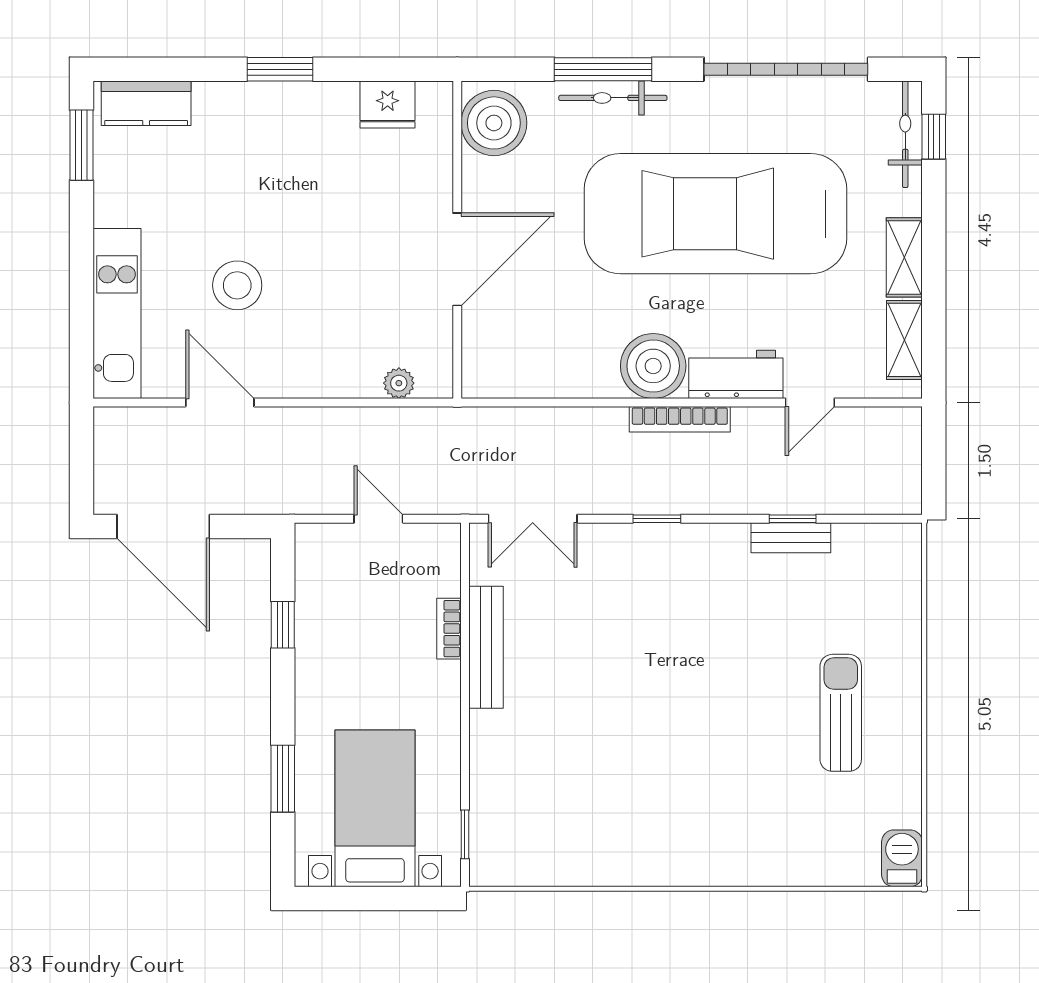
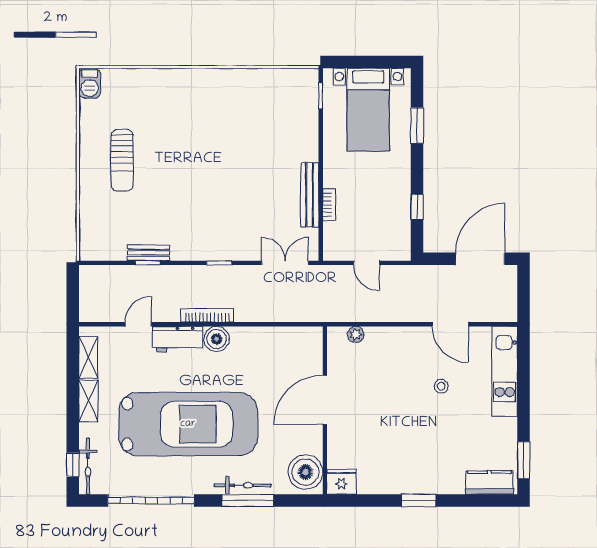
fridge: (388, 105) -> (341, 482), moved
stool: (237, 285) -> (441, 386), width x0.53, depth x0.53
boiler: (653, 366) -> (217, 339), width x0.73, depth x0.73
door: (163, 526) -> (480, 259), hinge flipped

